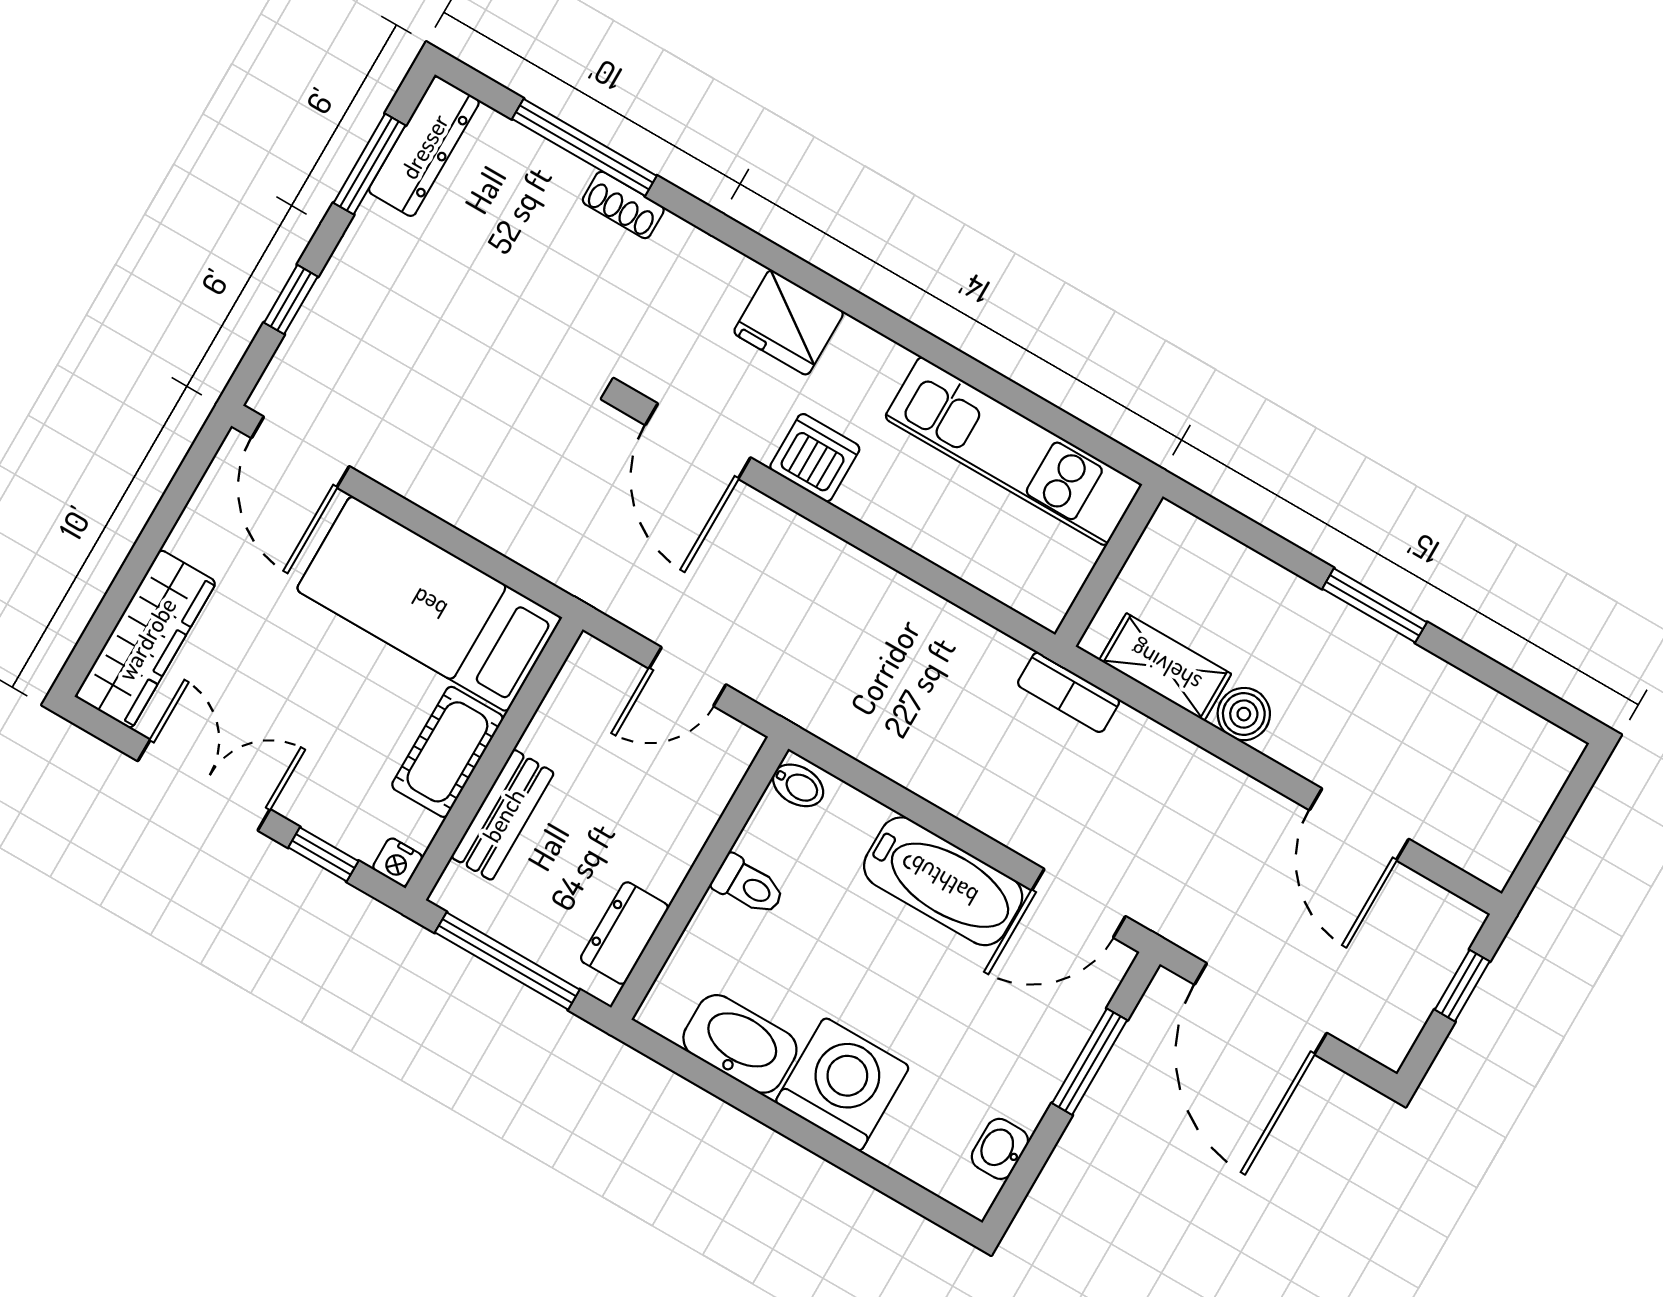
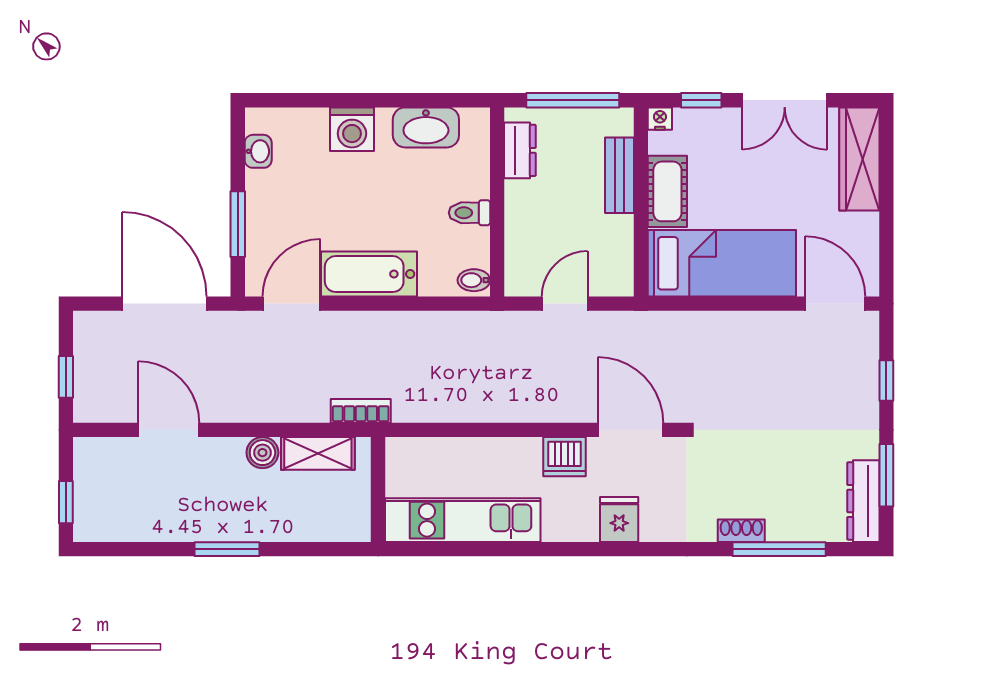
fridge: (789, 322) -> (619, 519), width x0.72
window: (1566, 806) -> (66, 502), added
washing machine: (842, 1084) -> (352, 129), width x0.73, depth x0.73

